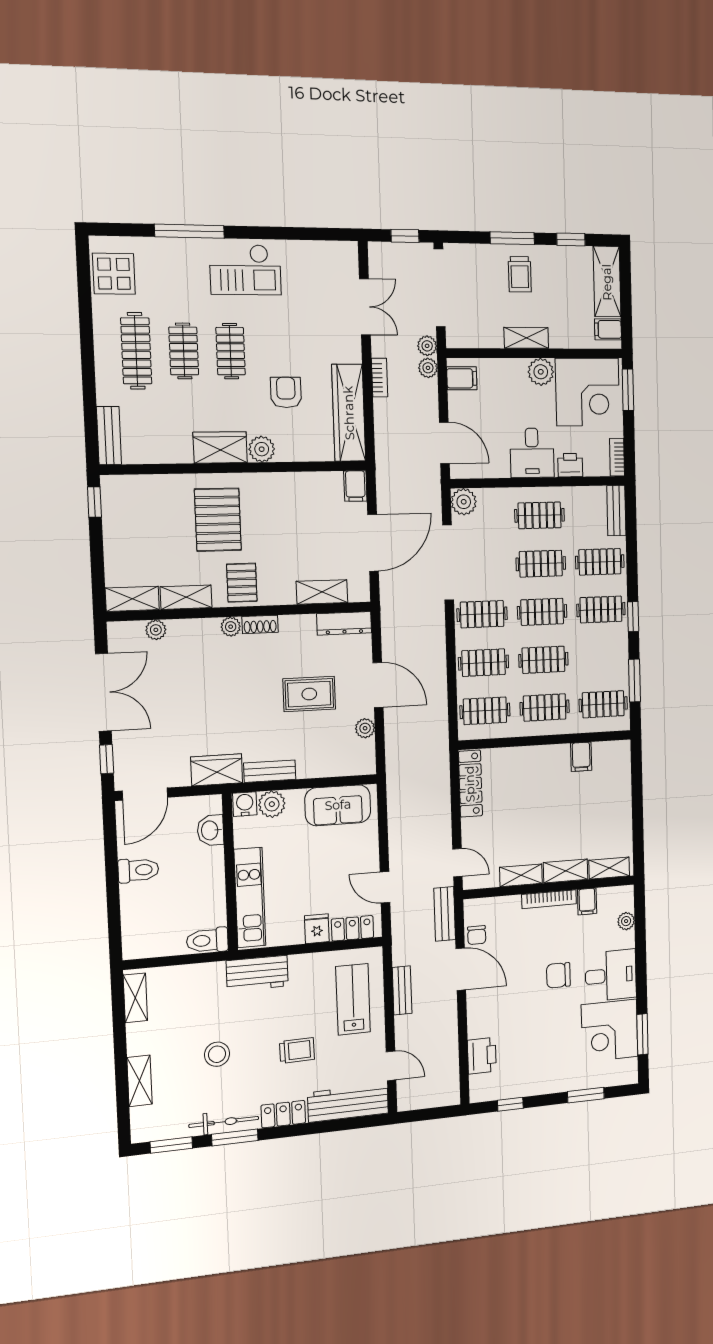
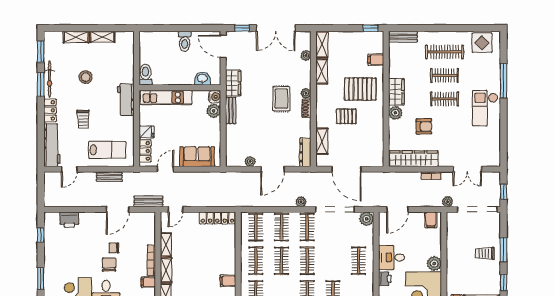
shelving: (526, 338) -> (452, 256), removed
plant: (428, 368) -> (301, 202), moved
filing cabinet: (355, 486) -> (376, 60), moved
clothes rail: (541, 564) -> (333, 261), removed
pallet: (242, 583) -> (346, 116), moved
rug: (309, 694) -> (281, 99), moved
sofa: (338, 805) -> (197, 157), moved, turned 90
chair: (477, 935) -> (114, 248), moved
shelving: (135, 998) -> (102, 37), moved

